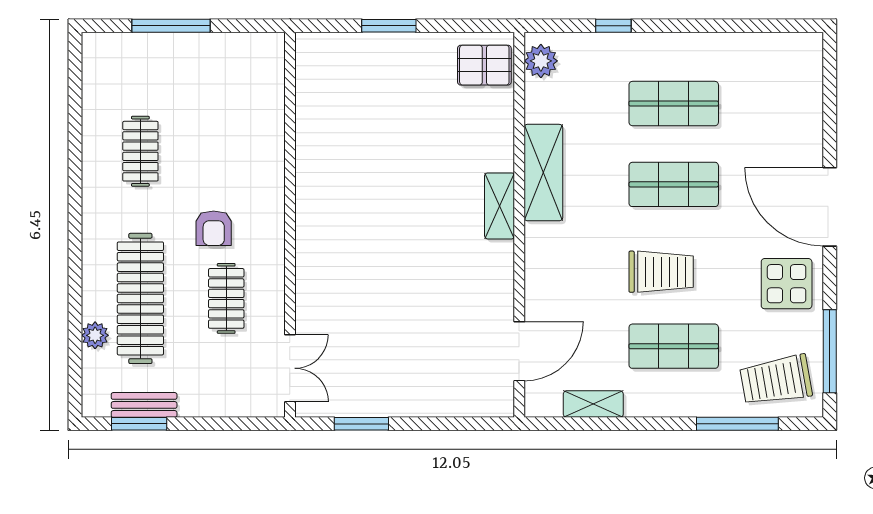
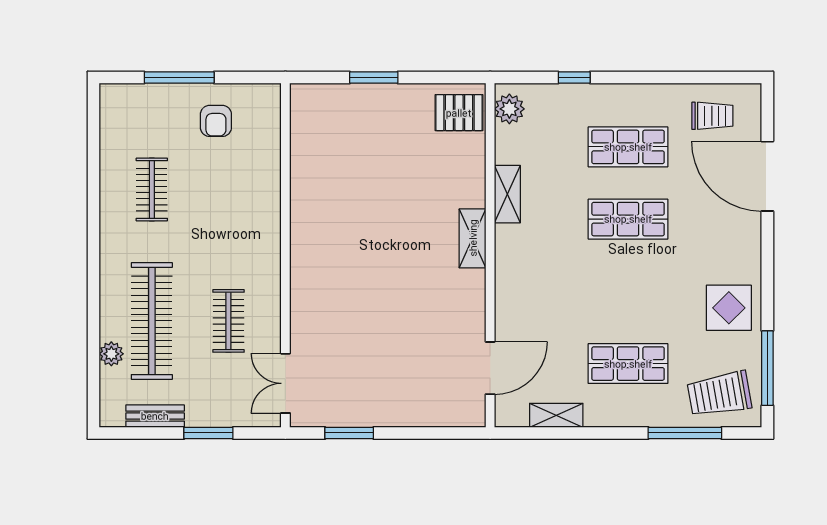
shelving: (543, 173) -> (507, 194), width x0.67, depth x0.75
door: (830, 207) -> (767, 176), moved
armchair: (214, 228) -> (216, 121), moved
trolley: (661, 272) -> (712, 116), moved, width x0.73, depth x0.72
double door: (290, 368) -> (285, 383), swing flipped
window: (139, 424) -> (208, 433), moved

